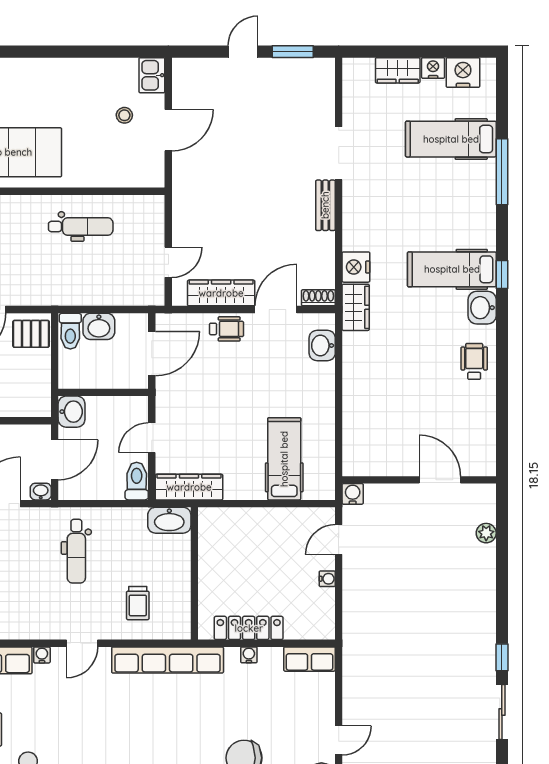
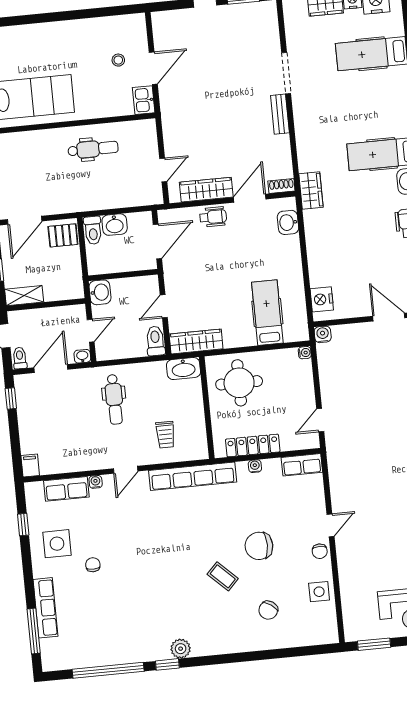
kitchen sink: (152, 75) -> (144, 100), moved
nightstand: (356, 267) -> (322, 299), moved
door: (55, 460) -> (91, 331), width x0.73
door: (339, 540) -> (320, 420), moved
round table: (239, 546) -> (239, 383), added
water cooler: (327, 579) -> (305, 353), moved

